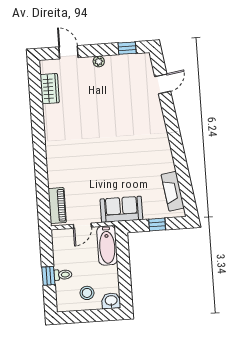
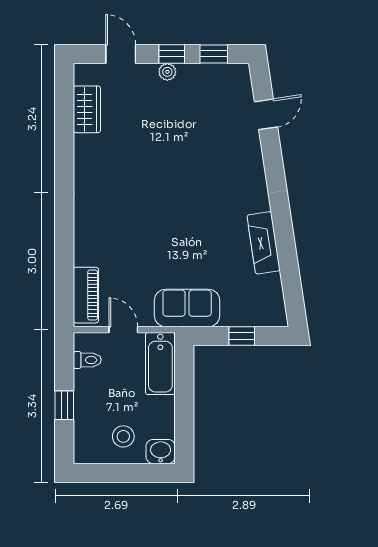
window: (101, 50) -> (172, 54), added
fireplace: (173, 191) -> (264, 243), moved
door: (82, 226) -> (123, 330), swing flipped
toilet: (63, 275) -> (87, 360), moved

